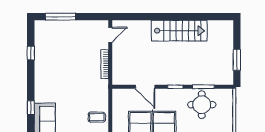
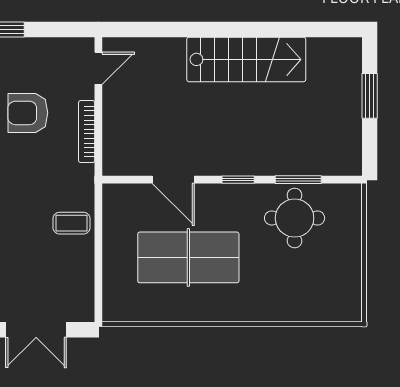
armchair: (77, 56) -> (28, 113), added
window: (237, 60) -> (370, 96), moved
coffee table: (97, 117) -> (72, 223), moved

